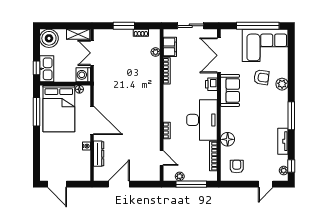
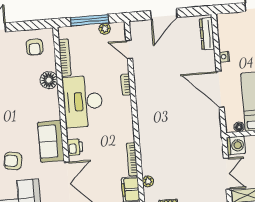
dresser: (99, 154) -> (207, 34), moved
door: (119, 184) -> (164, 14), moved

